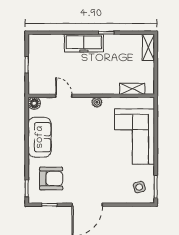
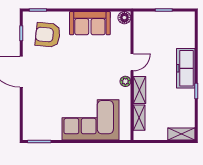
shelving: (105, 88) -> (140, 90), added
door: (64, 96) -> (132, 62), moved
armchair: (51, 178) -> (48, 35), turned 96
side table: (139, 187) -> (39, 125), removed

